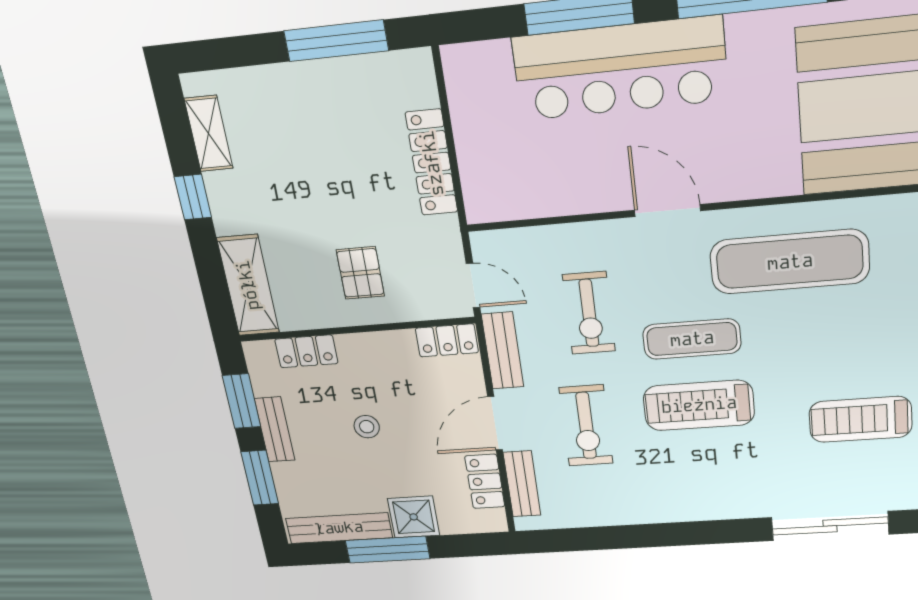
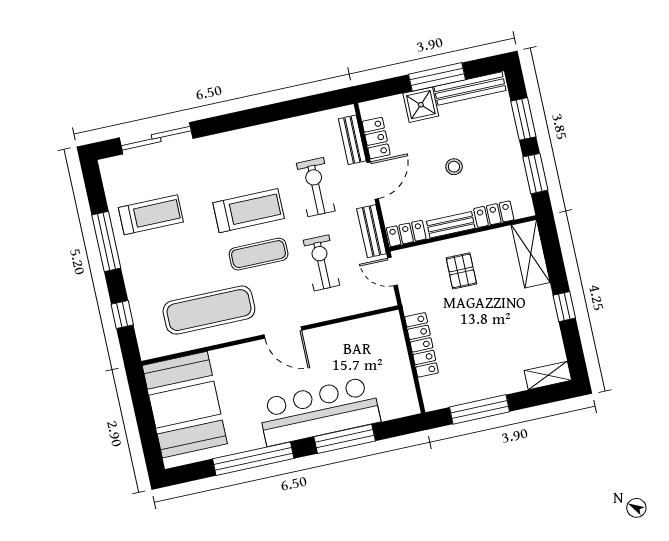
shelving: (209, 134) -> (548, 375), moved, turned 90
bench: (275, 429) -> (451, 225), moved, turned 90

